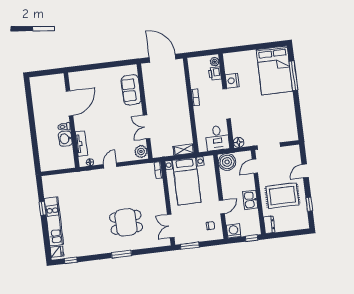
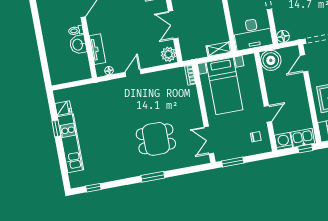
desk: (217, 138) -> (253, 34), width x1.37
kitchen sink: (250, 200) -> (303, 138), moved, turned 90
fridge: (57, 252) -> (63, 108), moved

